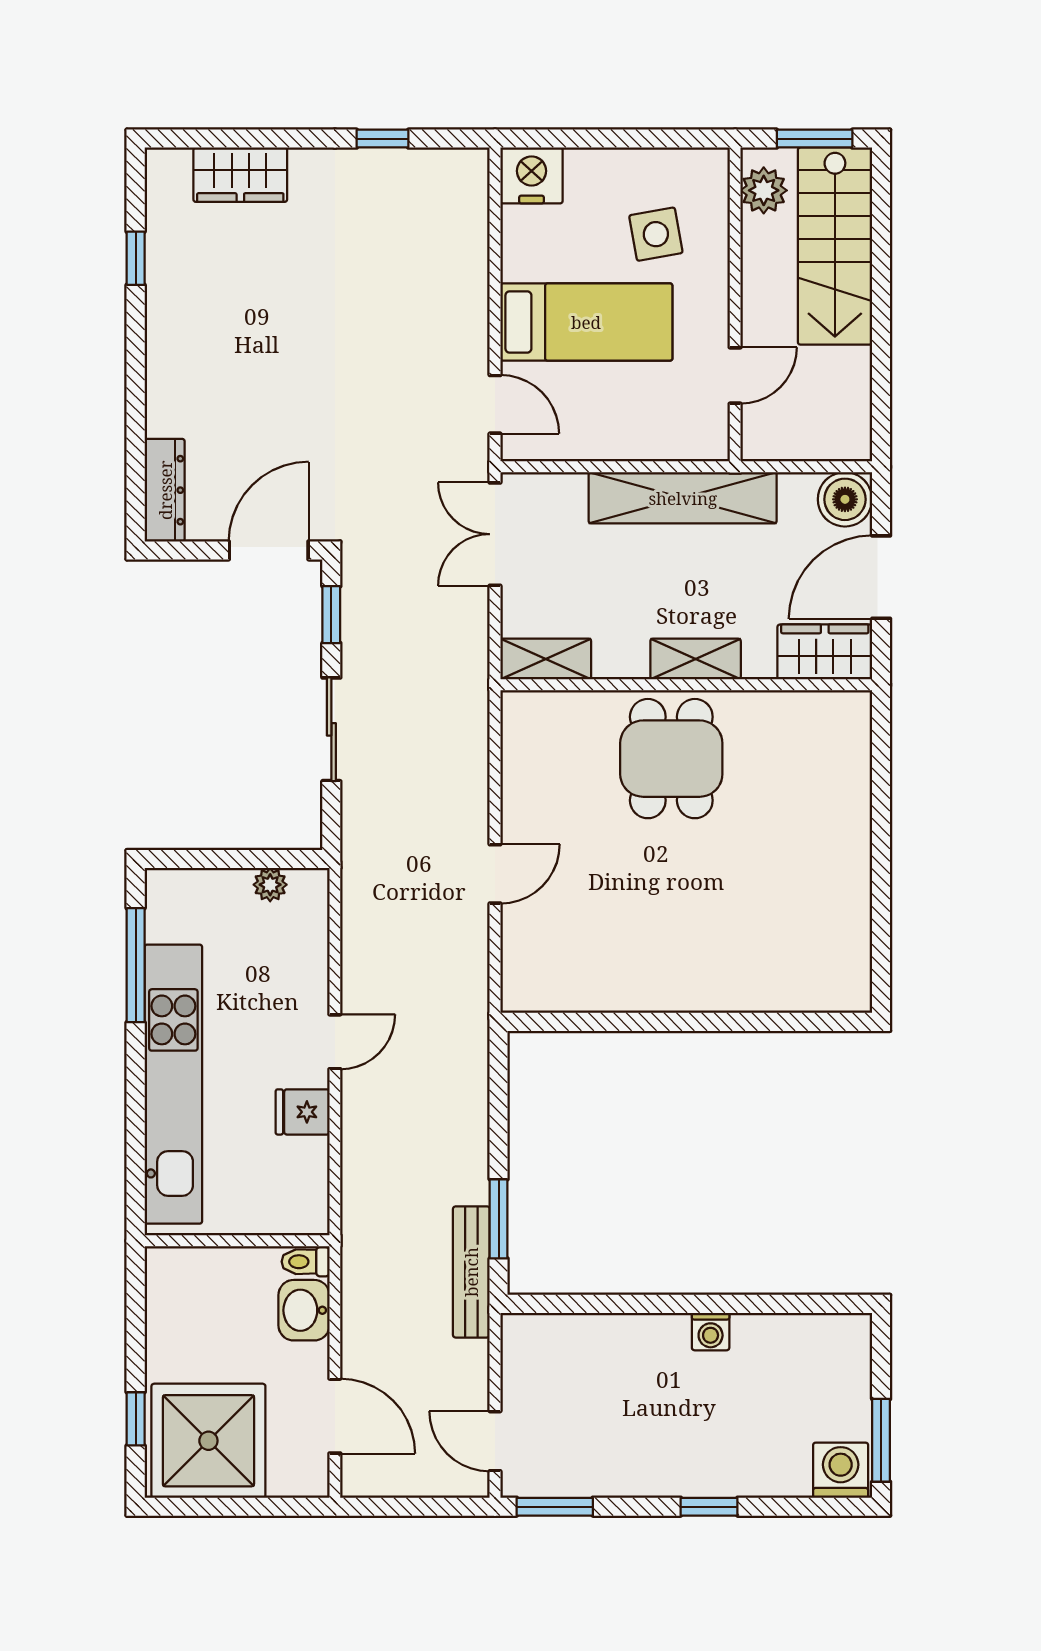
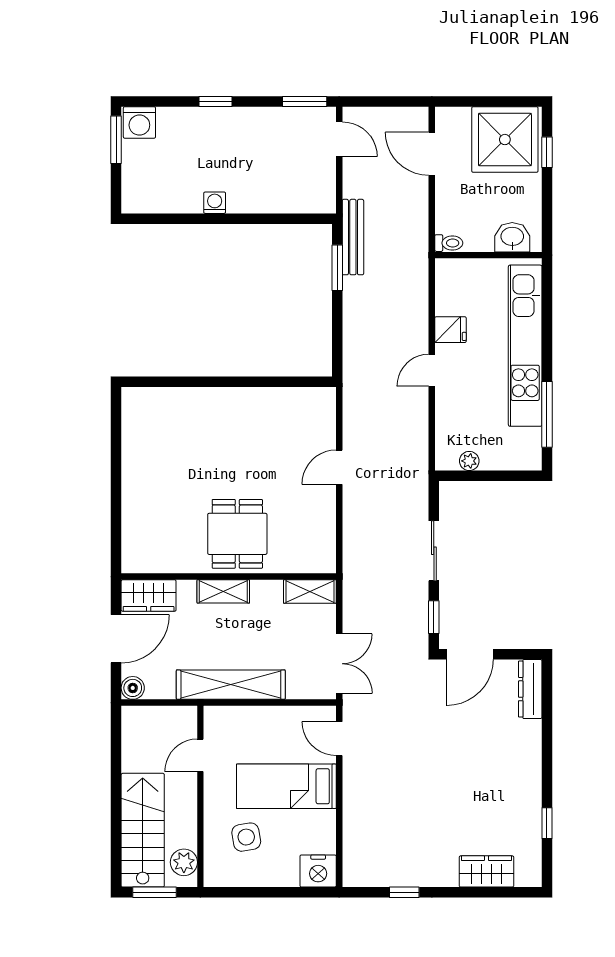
boiler: (845, 499) -> (133, 688), width x0.73, depth x0.73
washbasin: (304, 1310) -> (512, 237), moved, turned -90

